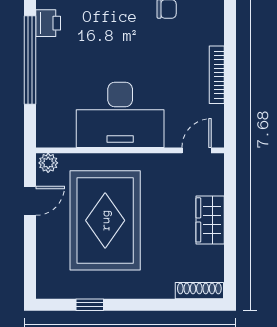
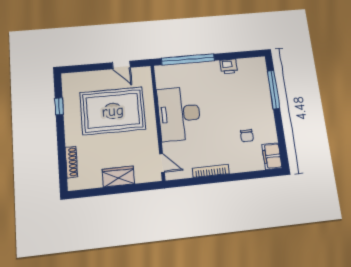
window: (30, 60) -> (188, 59), moved
plant: (48, 163) -> (145, 74), removed
shoe rack: (199, 291) -> (71, 162), moved

